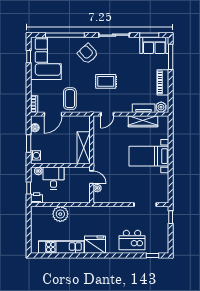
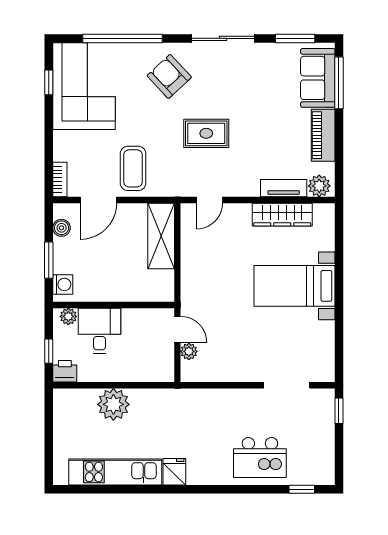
sofa: (154, 45) -> (318, 78), moved, turned 90
shelving: (84, 148) -> (161, 236), moved
fridge: (95, 245) -> (174, 472), width x0.53, depth x0.75

